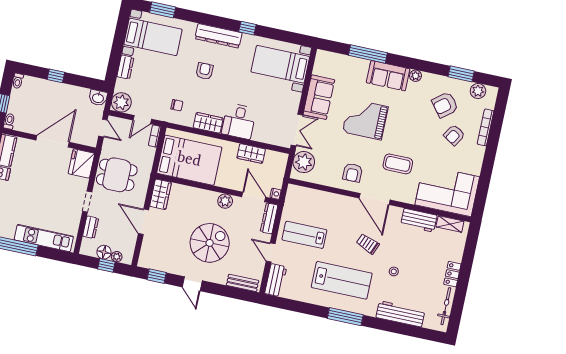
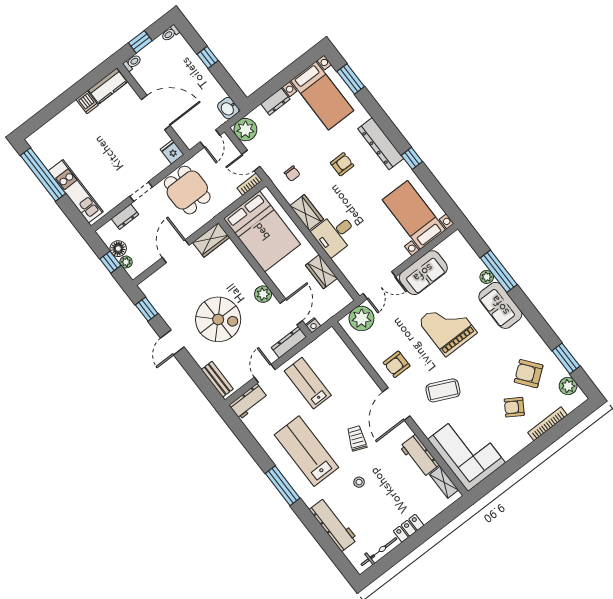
plant: (415, 76) -> (487, 277), moved
fridge: (81, 163) -> (172, 152), width x0.53, depth x0.75
coffee table: (398, 164) -> (443, 390), turned -65
lab bench: (342, 280) -> (307, 451), turned 180

